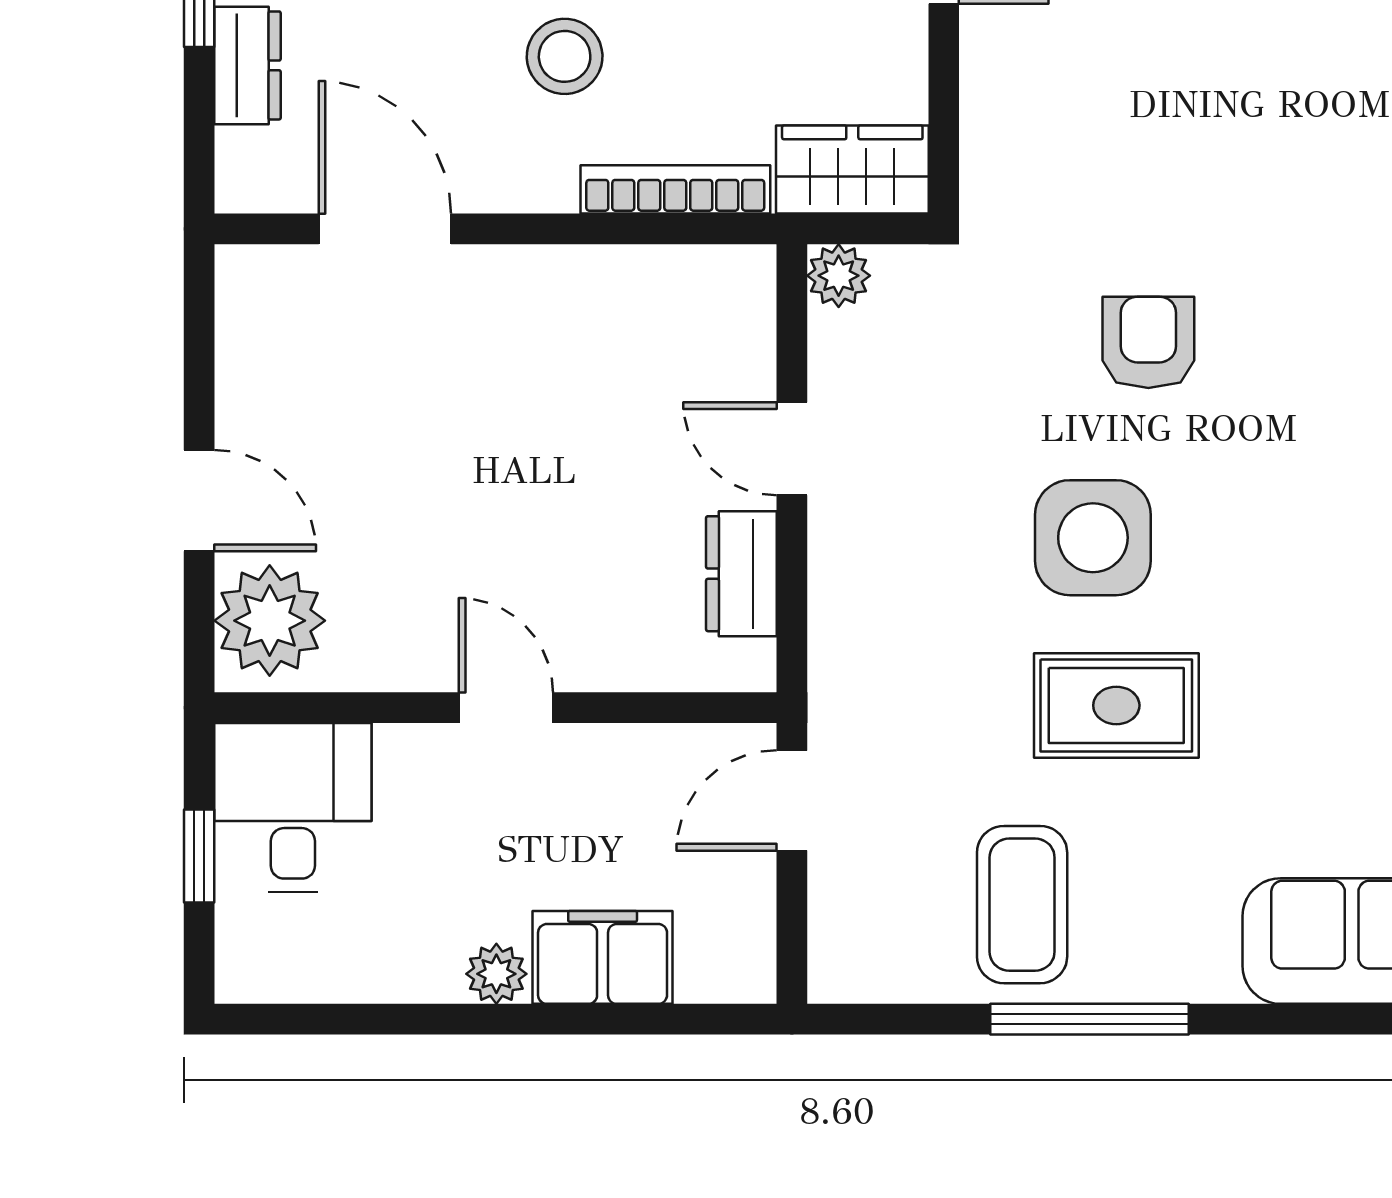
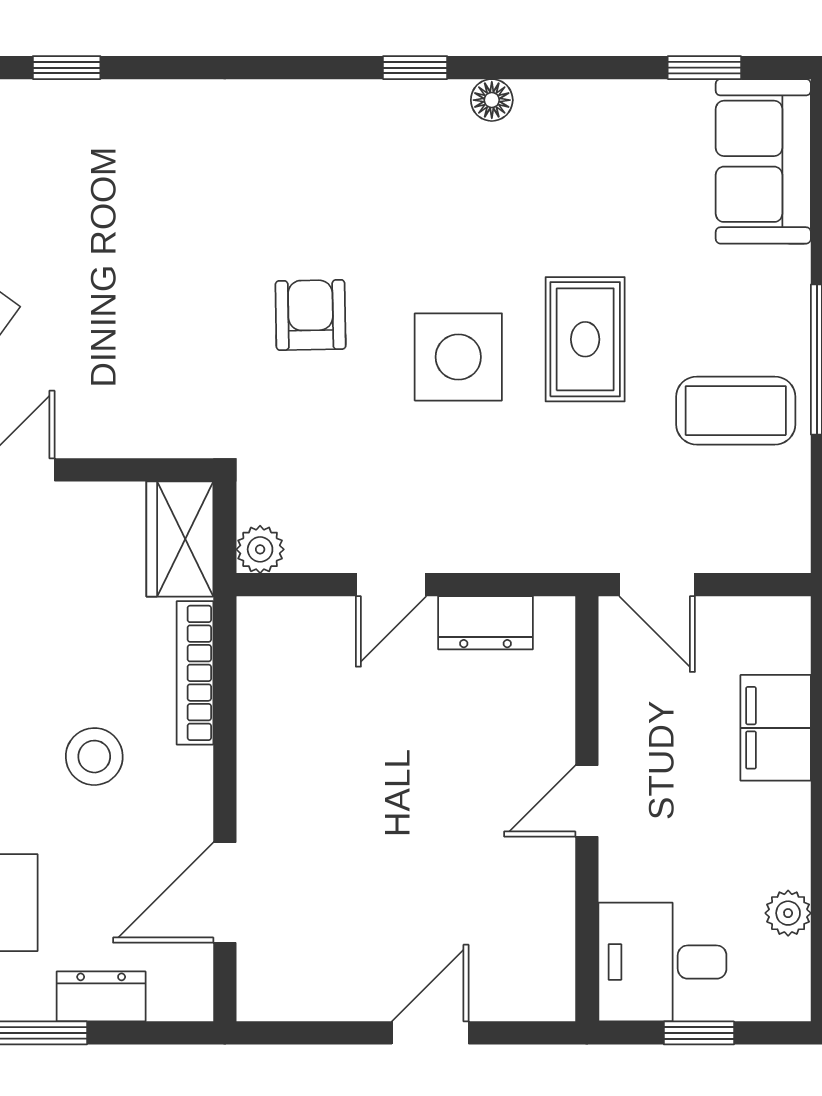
armchair: (1148, 342) -> (311, 315), turned 89
plant: (270, 621) -> (521, 980), removed
plant: (496, 974) -> (788, 913), moved

